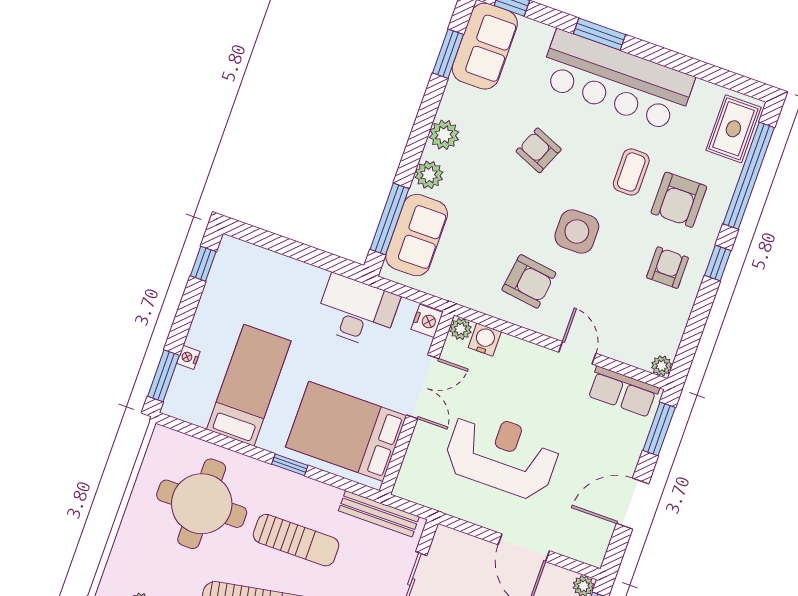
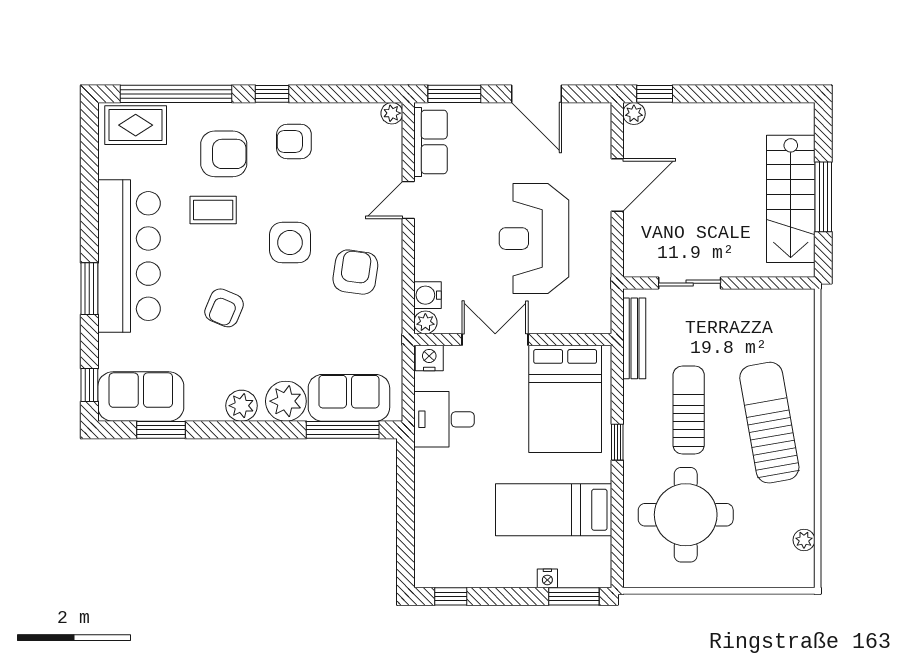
plant: (429, 175) -> (286, 401), width x1.36, depth x1.36
desk: (357, 311) -> (444, 419), width x0.73

